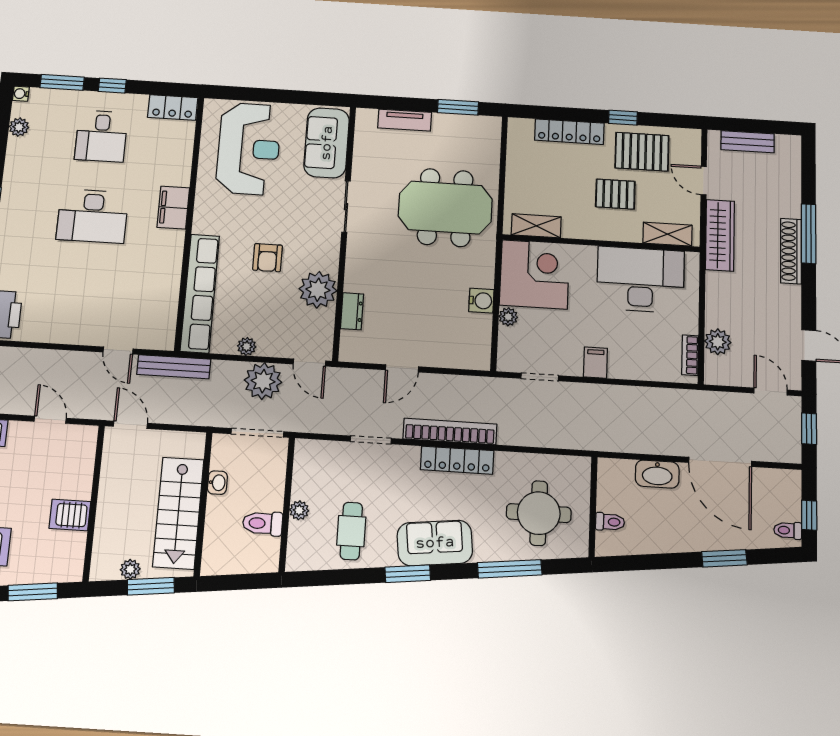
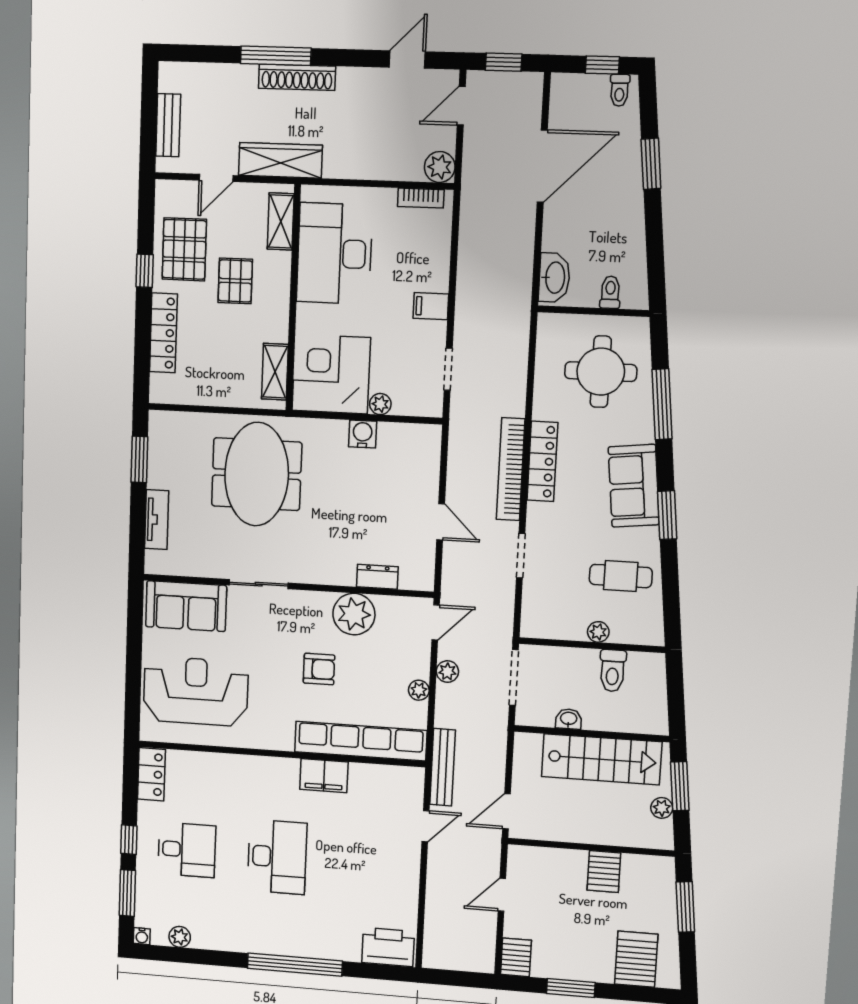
filing cabinet: (173, 208) -> (324, 776), moved
plant: (718, 342) -> (440, 167), moved
plant: (263, 381) -> (447, 672), width x0.53, depth x0.53
washbasin: (657, 474) -> (554, 278), moved

